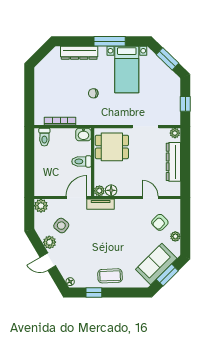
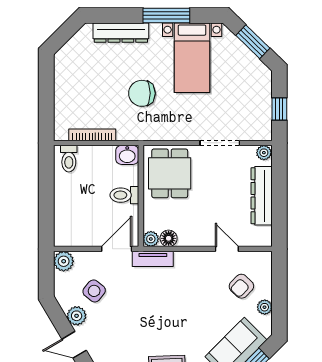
chair: (93, 93) -> (142, 93), width x1.87, depth x1.87
dining table: (112, 147) -> (170, 173), turned 90

